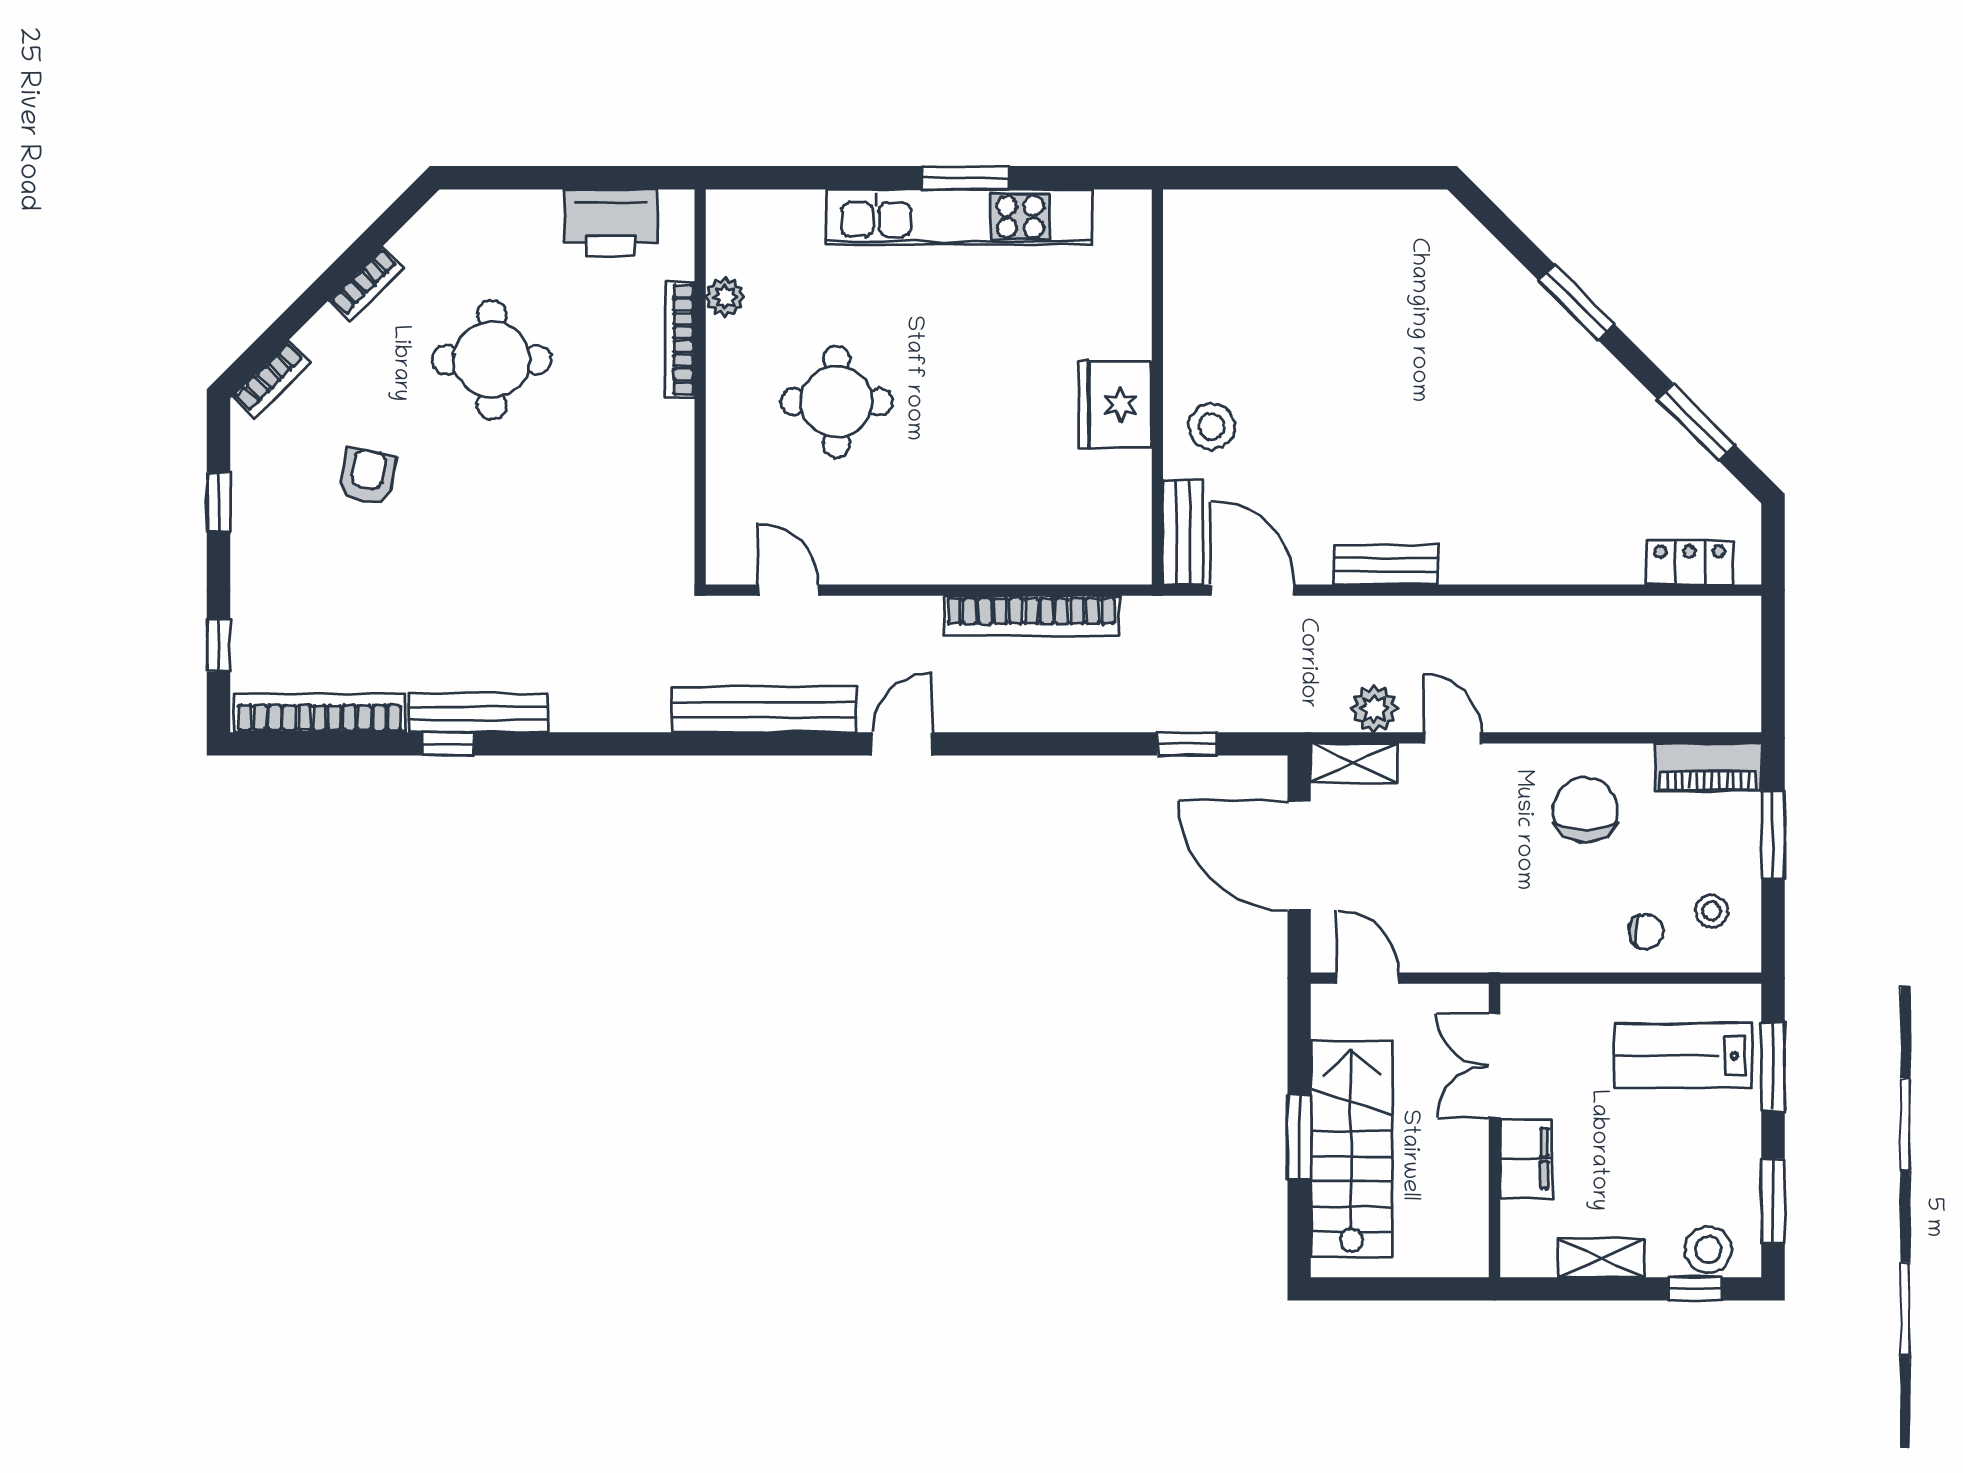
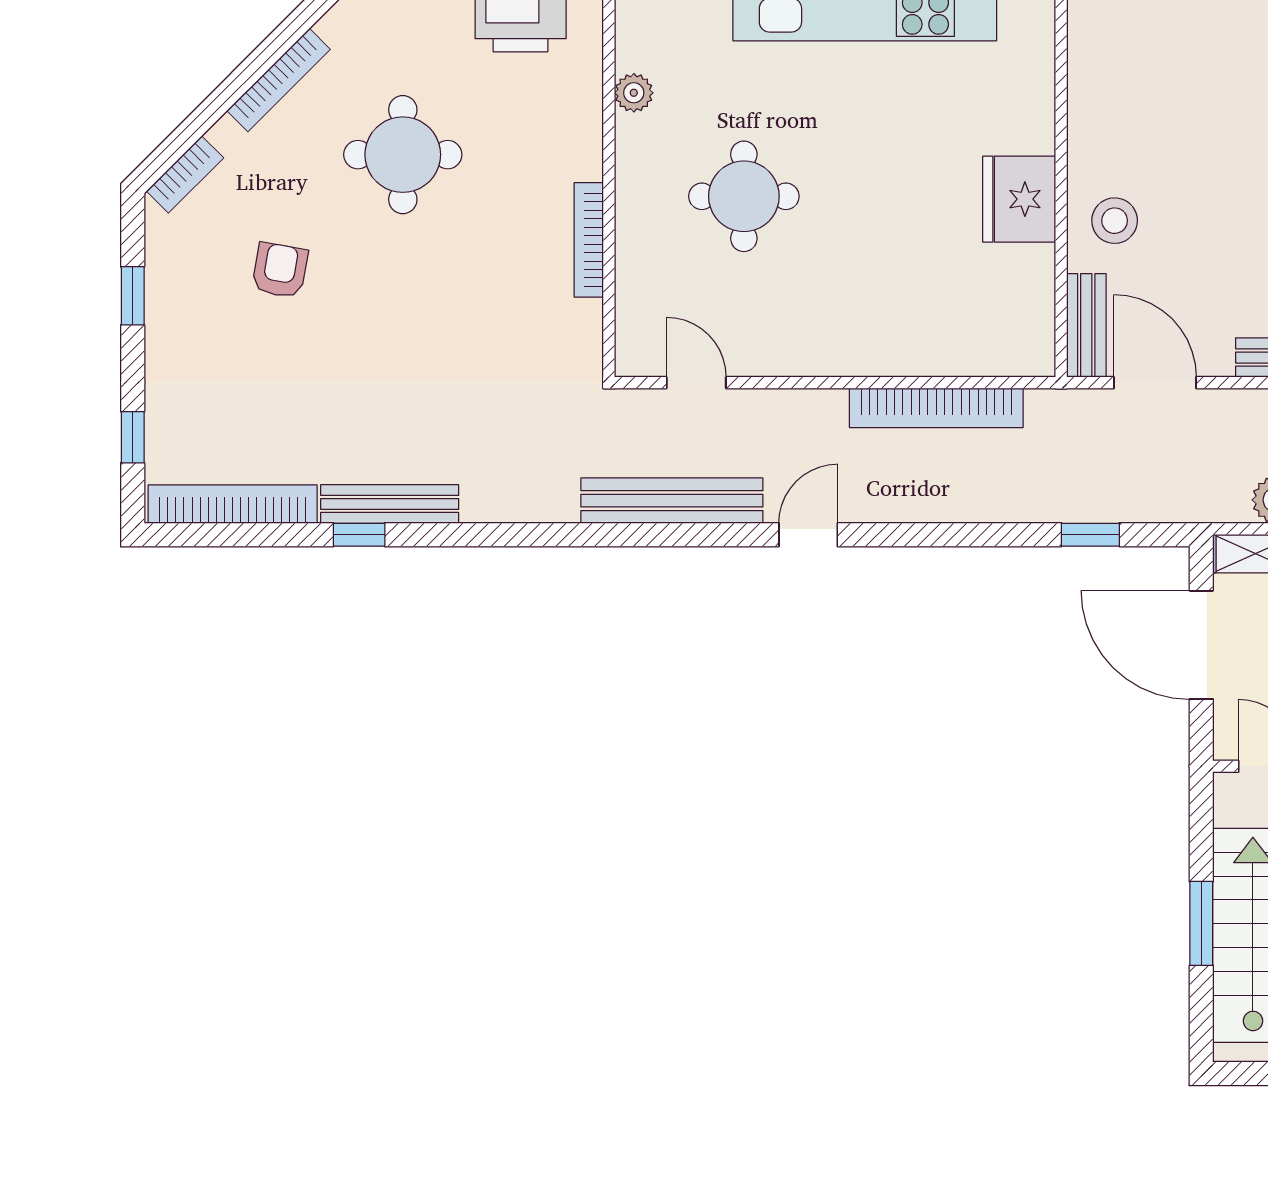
bookcase: (366, 284) -> (279, 80), width x1.56
bookcase: (680, 340) -> (589, 240), moved

